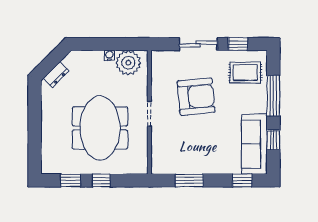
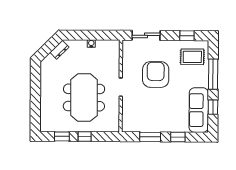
sliding door: (198, 44) -> (146, 35), moved
plant: (128, 63) -> (105, 49), removed
dresser: (56, 75) -> (59, 50), moved
armchair: (196, 97) -> (156, 75), turned -85
window: (242, 180) -> (178, 137), moved

